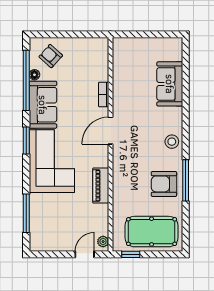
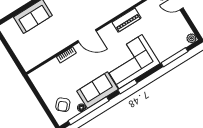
plant: (35, 245) -> (191, 38), added

